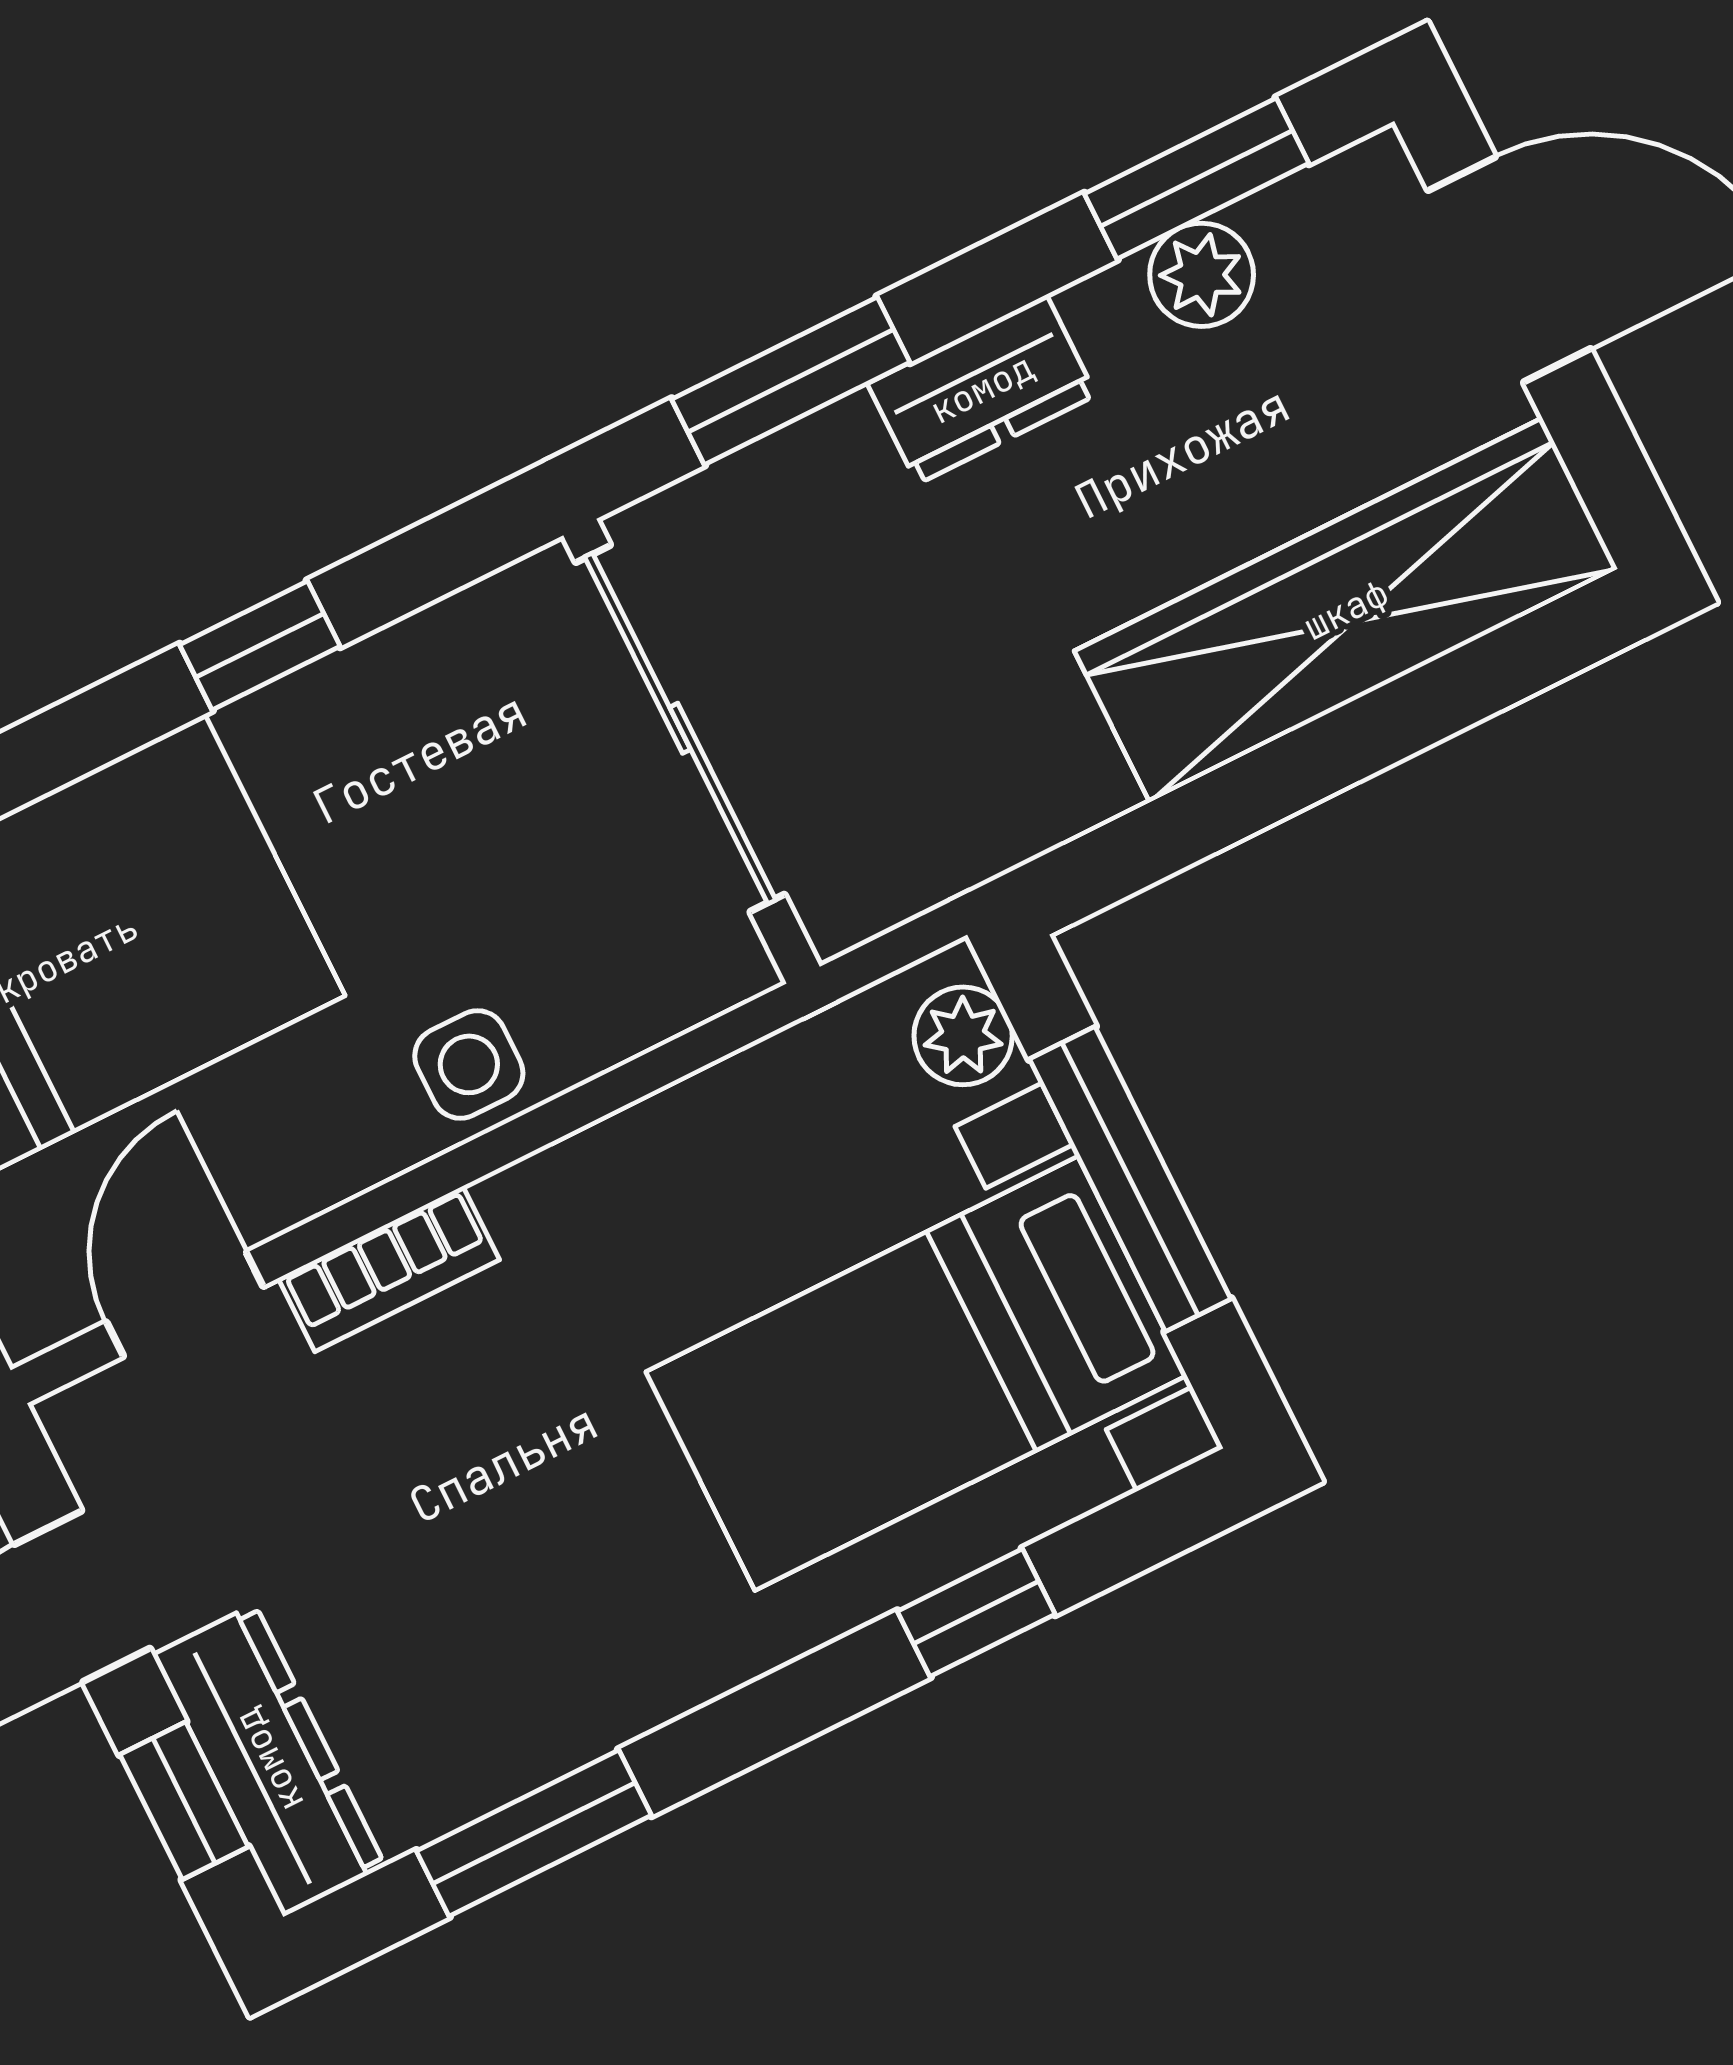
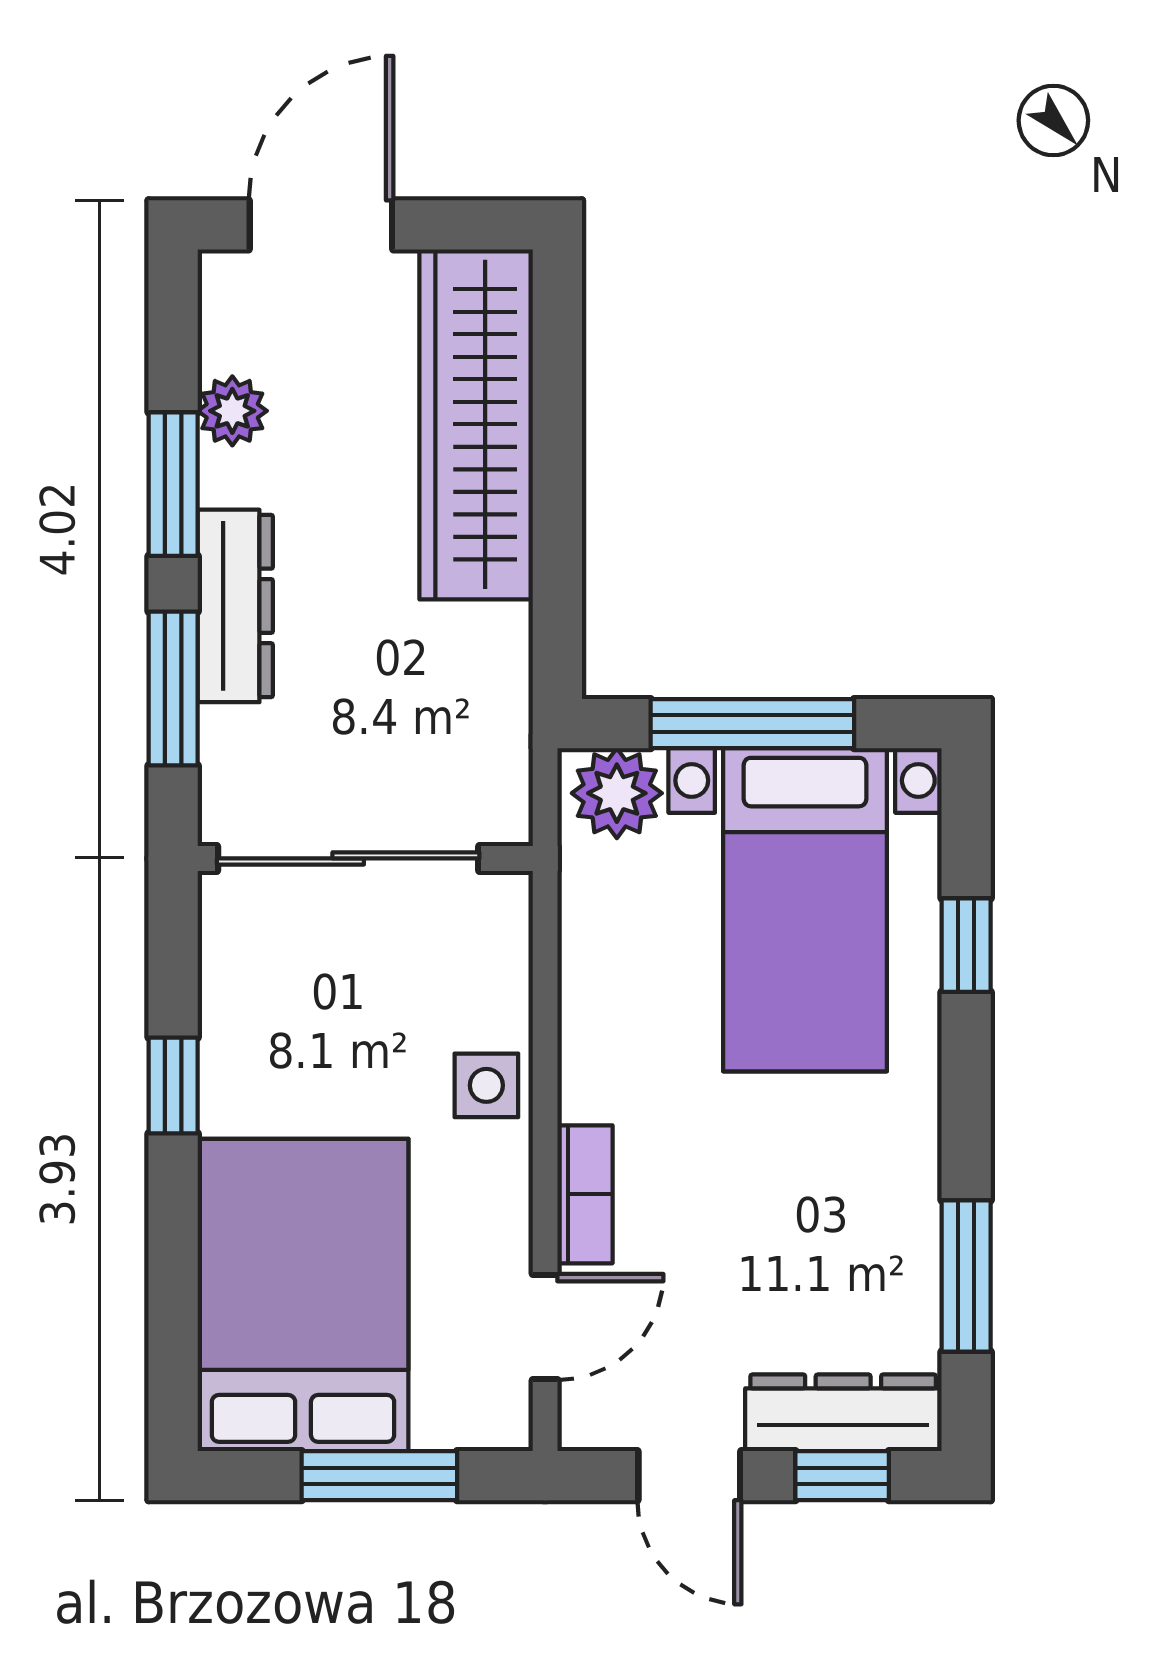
window: (1197, 178) -> (173, 484), moved
dresser: (982, 389) -> (235, 606), width x1.44
plant: (963, 1036) -> (617, 793), width x1.38, depth x1.38
door: (185, 1304) -> (545, 1327), swing flipped

